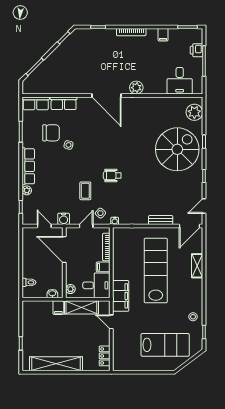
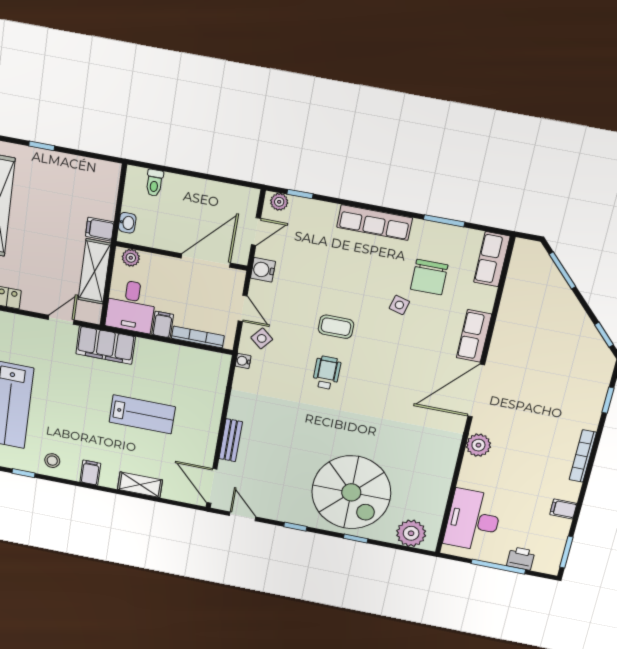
desk: (180, 81) -> (473, 520), width x1.37
row of seats: (64, 103) -> (474, 336), moved
plant: (27, 190) -> (279, 202), moved
coffee table: (85, 191) -> (336, 327), moved
lab bench: (156, 271) -> (142, 414), width x0.54, depth x0.72
filing cabinet: (196, 295) -> (90, 473), added

